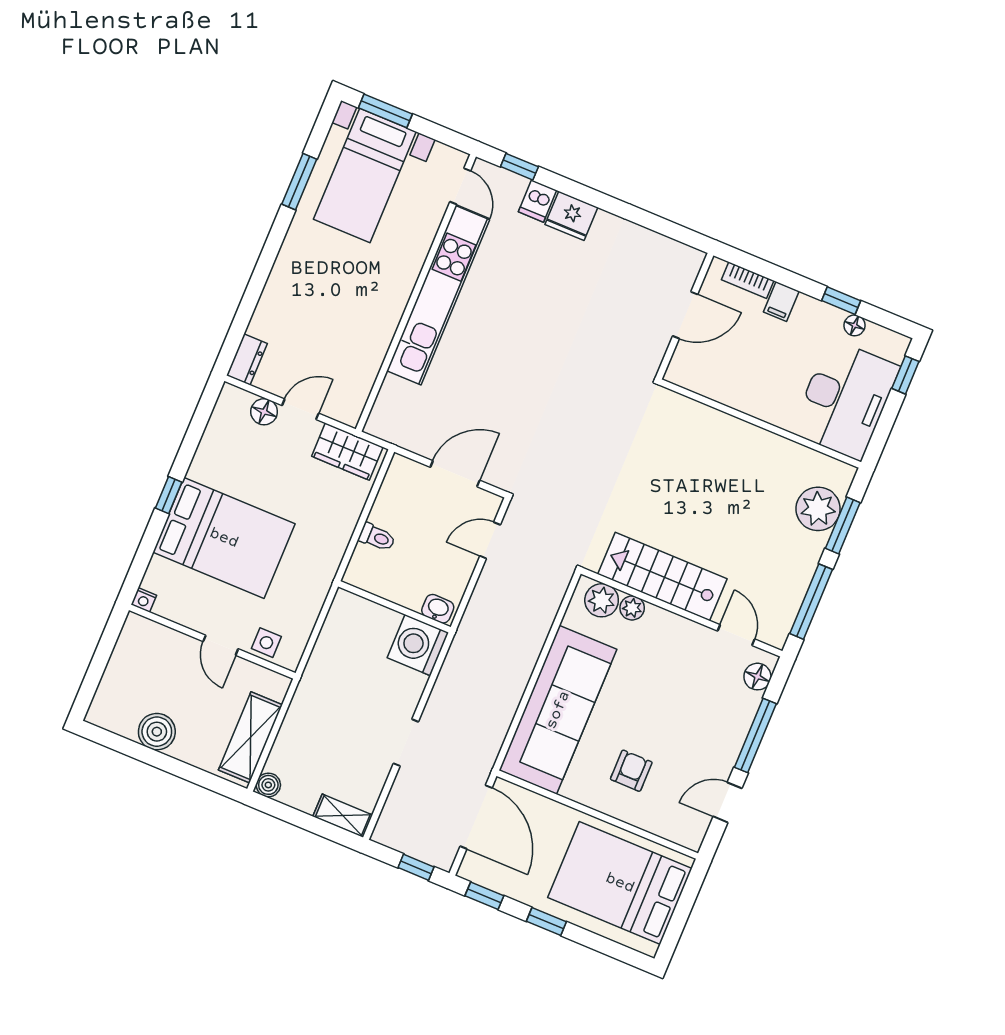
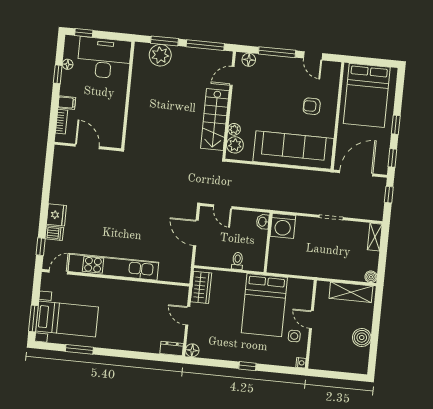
floor lamp: (264, 412) -> (192, 350), moved
bed: (224, 538) -> (264, 305), moved, turned 180
side table: (266, 643) -> (294, 336), moved
door: (221, 645) -> (311, 320), swing flipped

